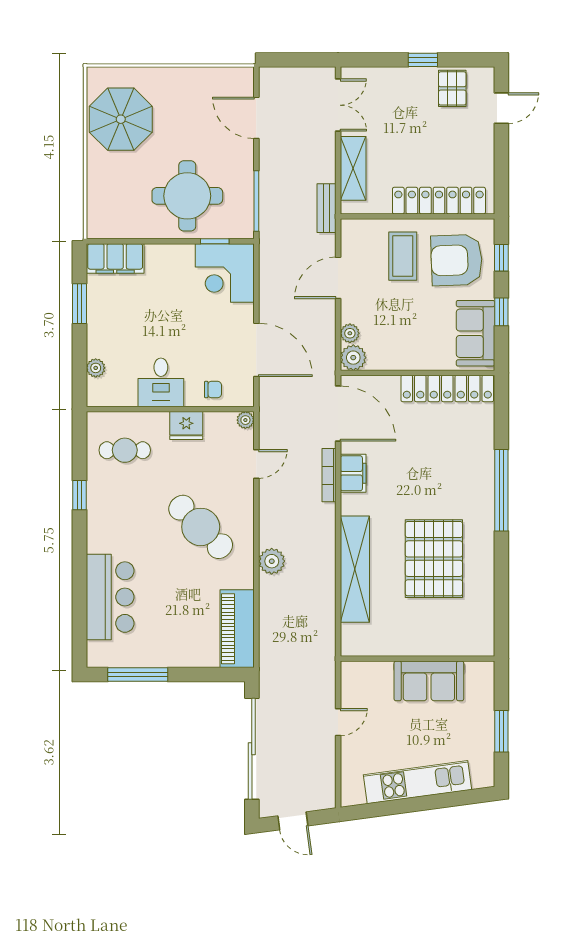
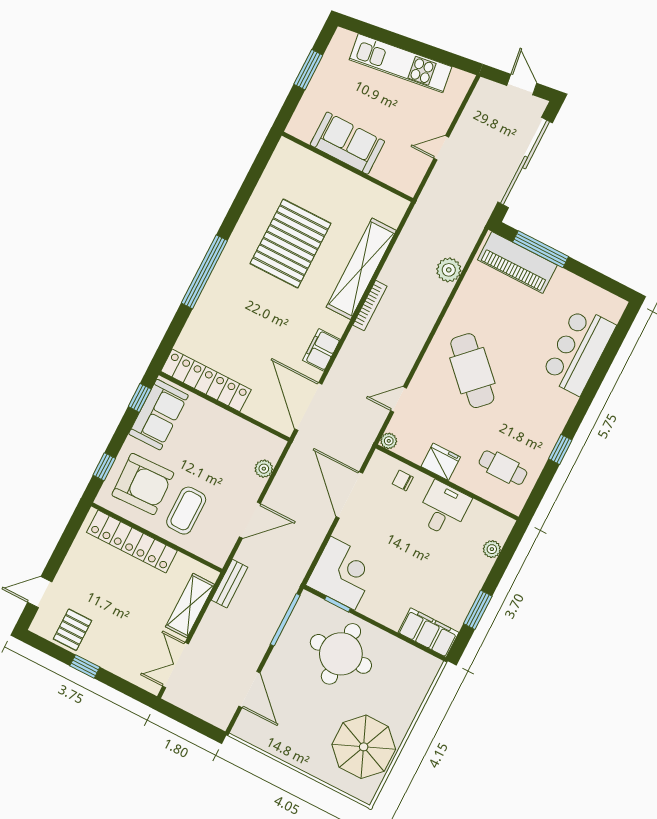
window: (501, 312) -> (140, 398), moved
plant: (353, 358) -> (271, 447), removed
bookcase: (329, 475) -> (370, 306), moved
plant: (272, 561) -> (449, 270), moved
piano: (237, 629) -> (517, 262), moved, turned 90
window: (138, 674) -> (541, 249), moved

